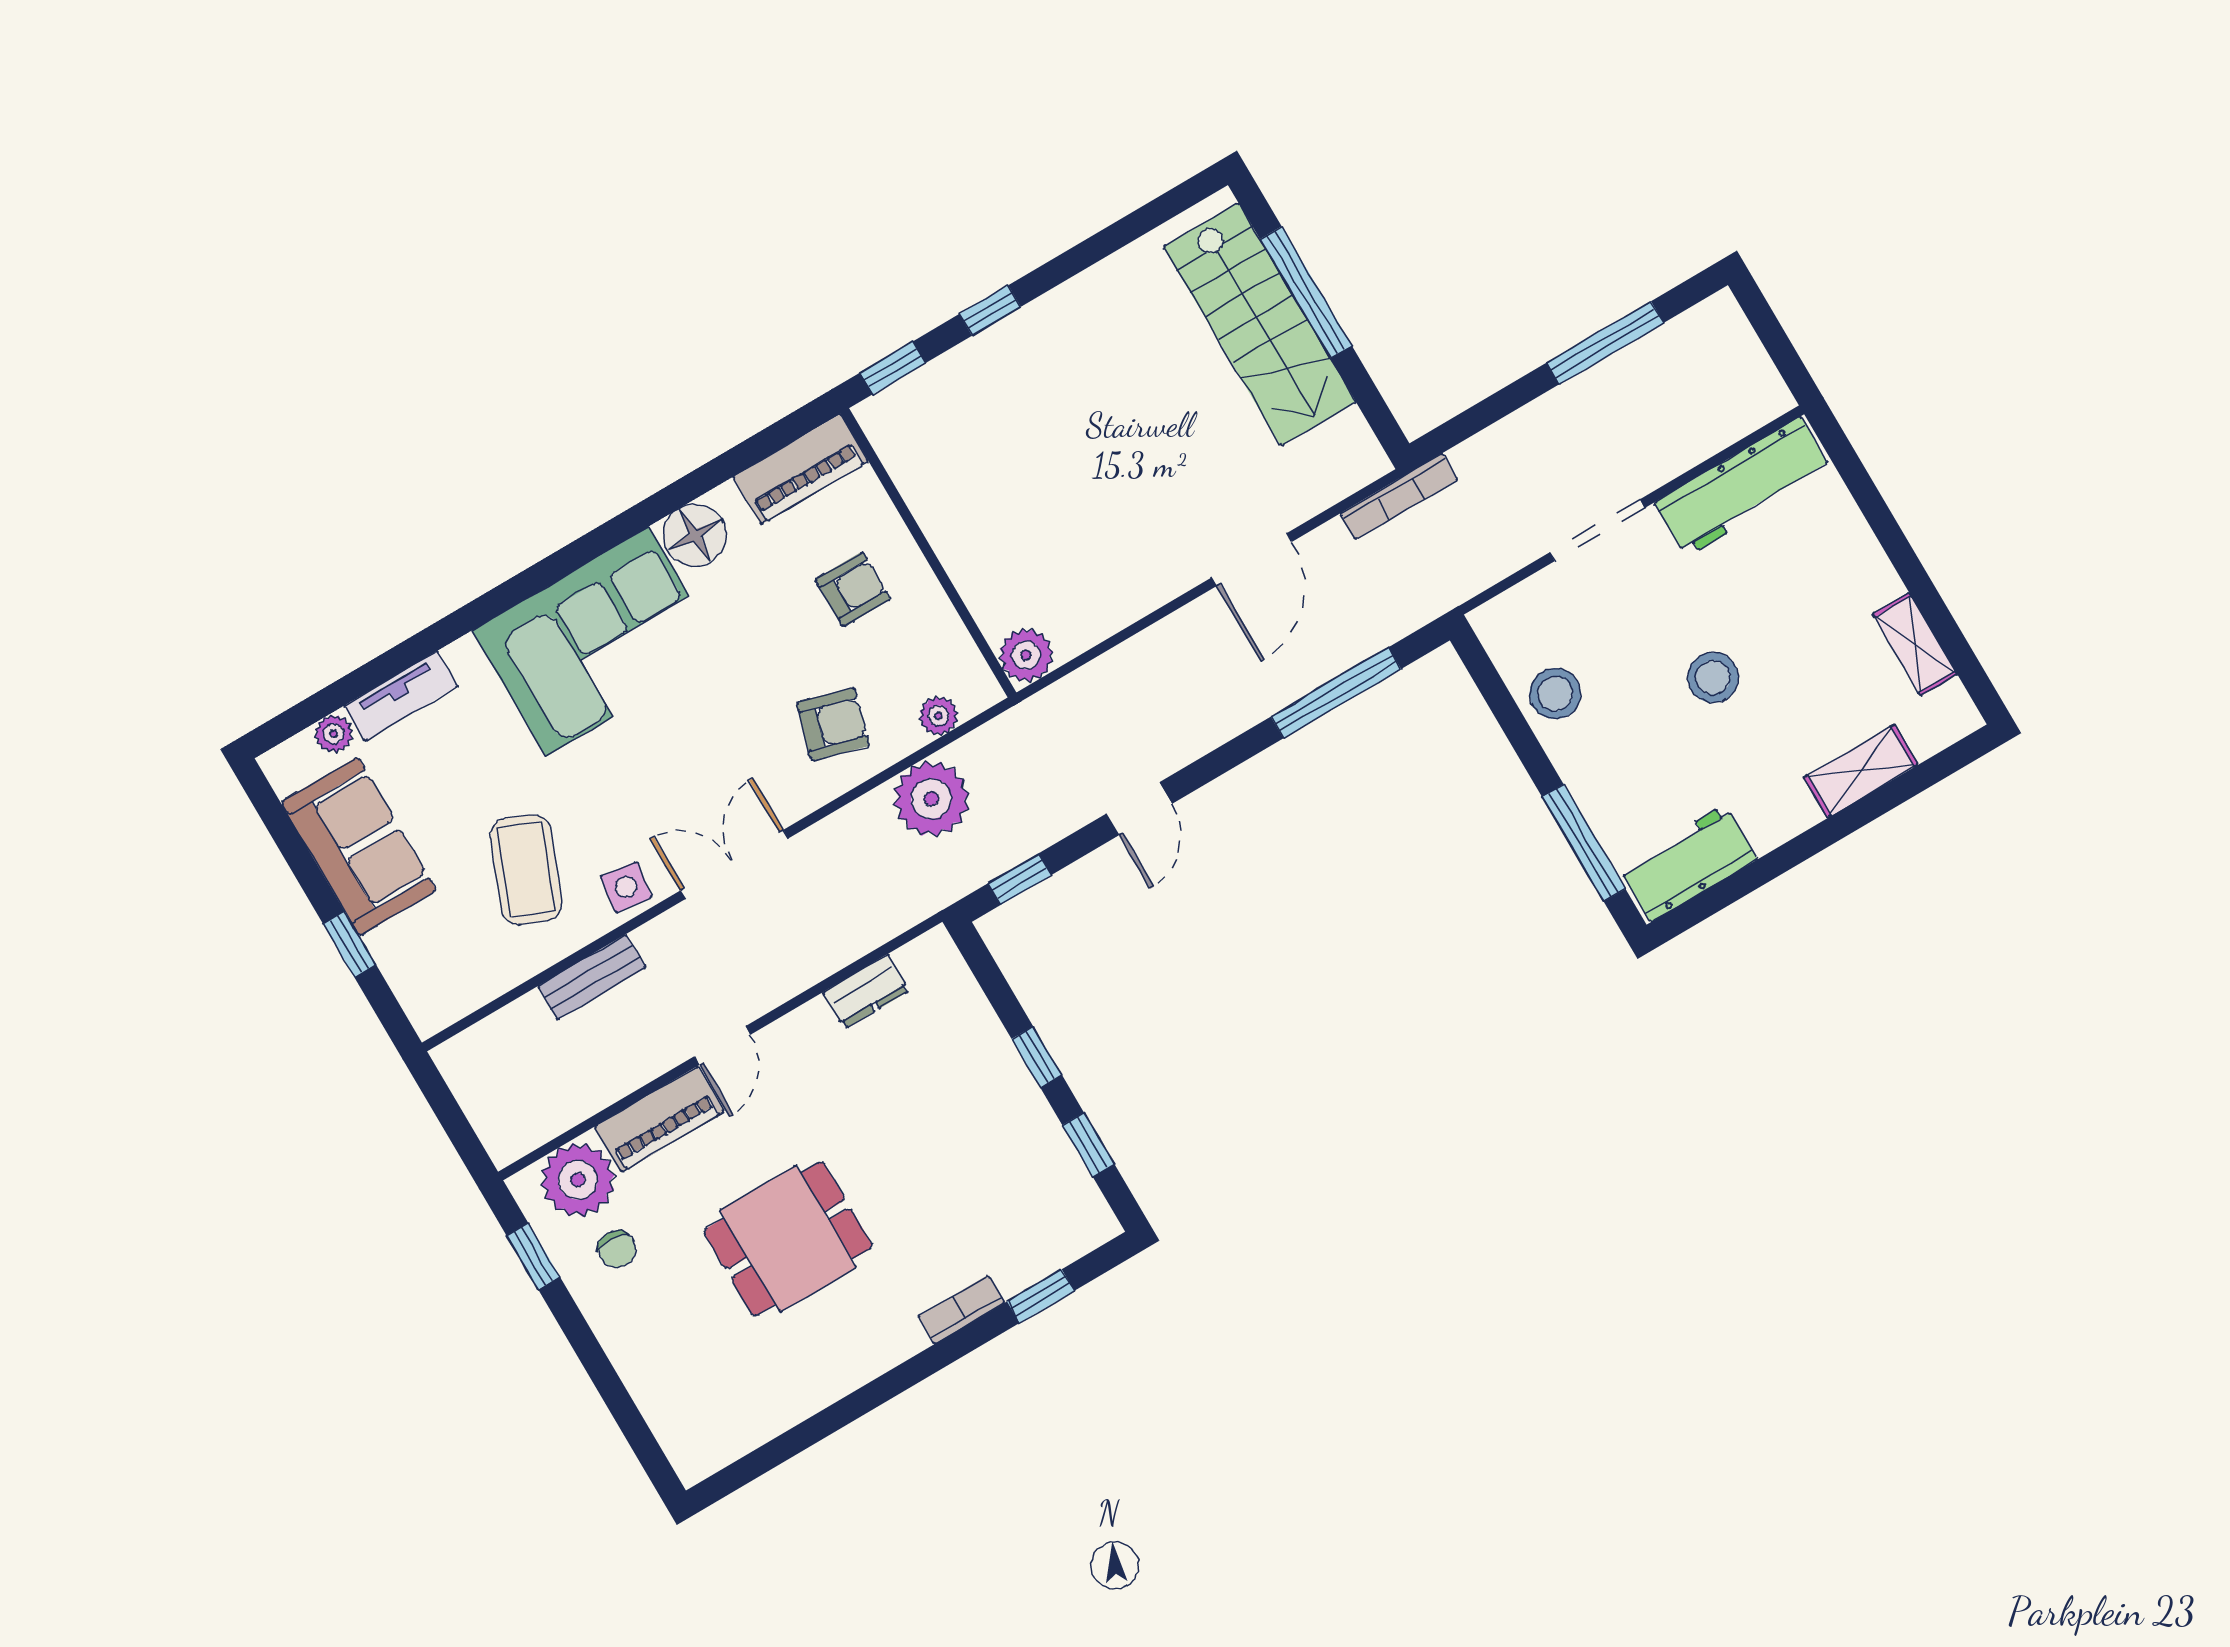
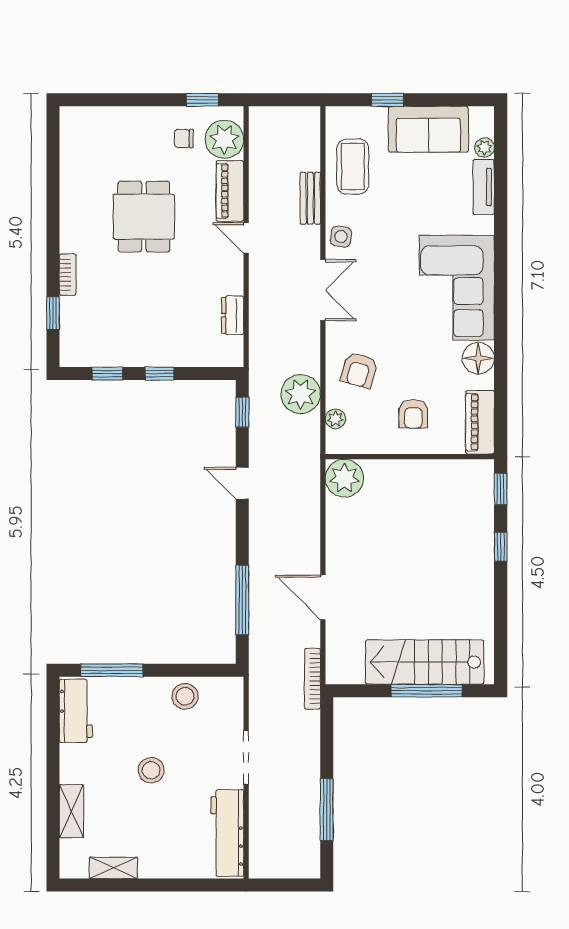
plant: (1026, 655) -> (344, 478), width x1.36, depth x1.36
coffee table: (526, 870) -> (353, 167), moved, turned 68

